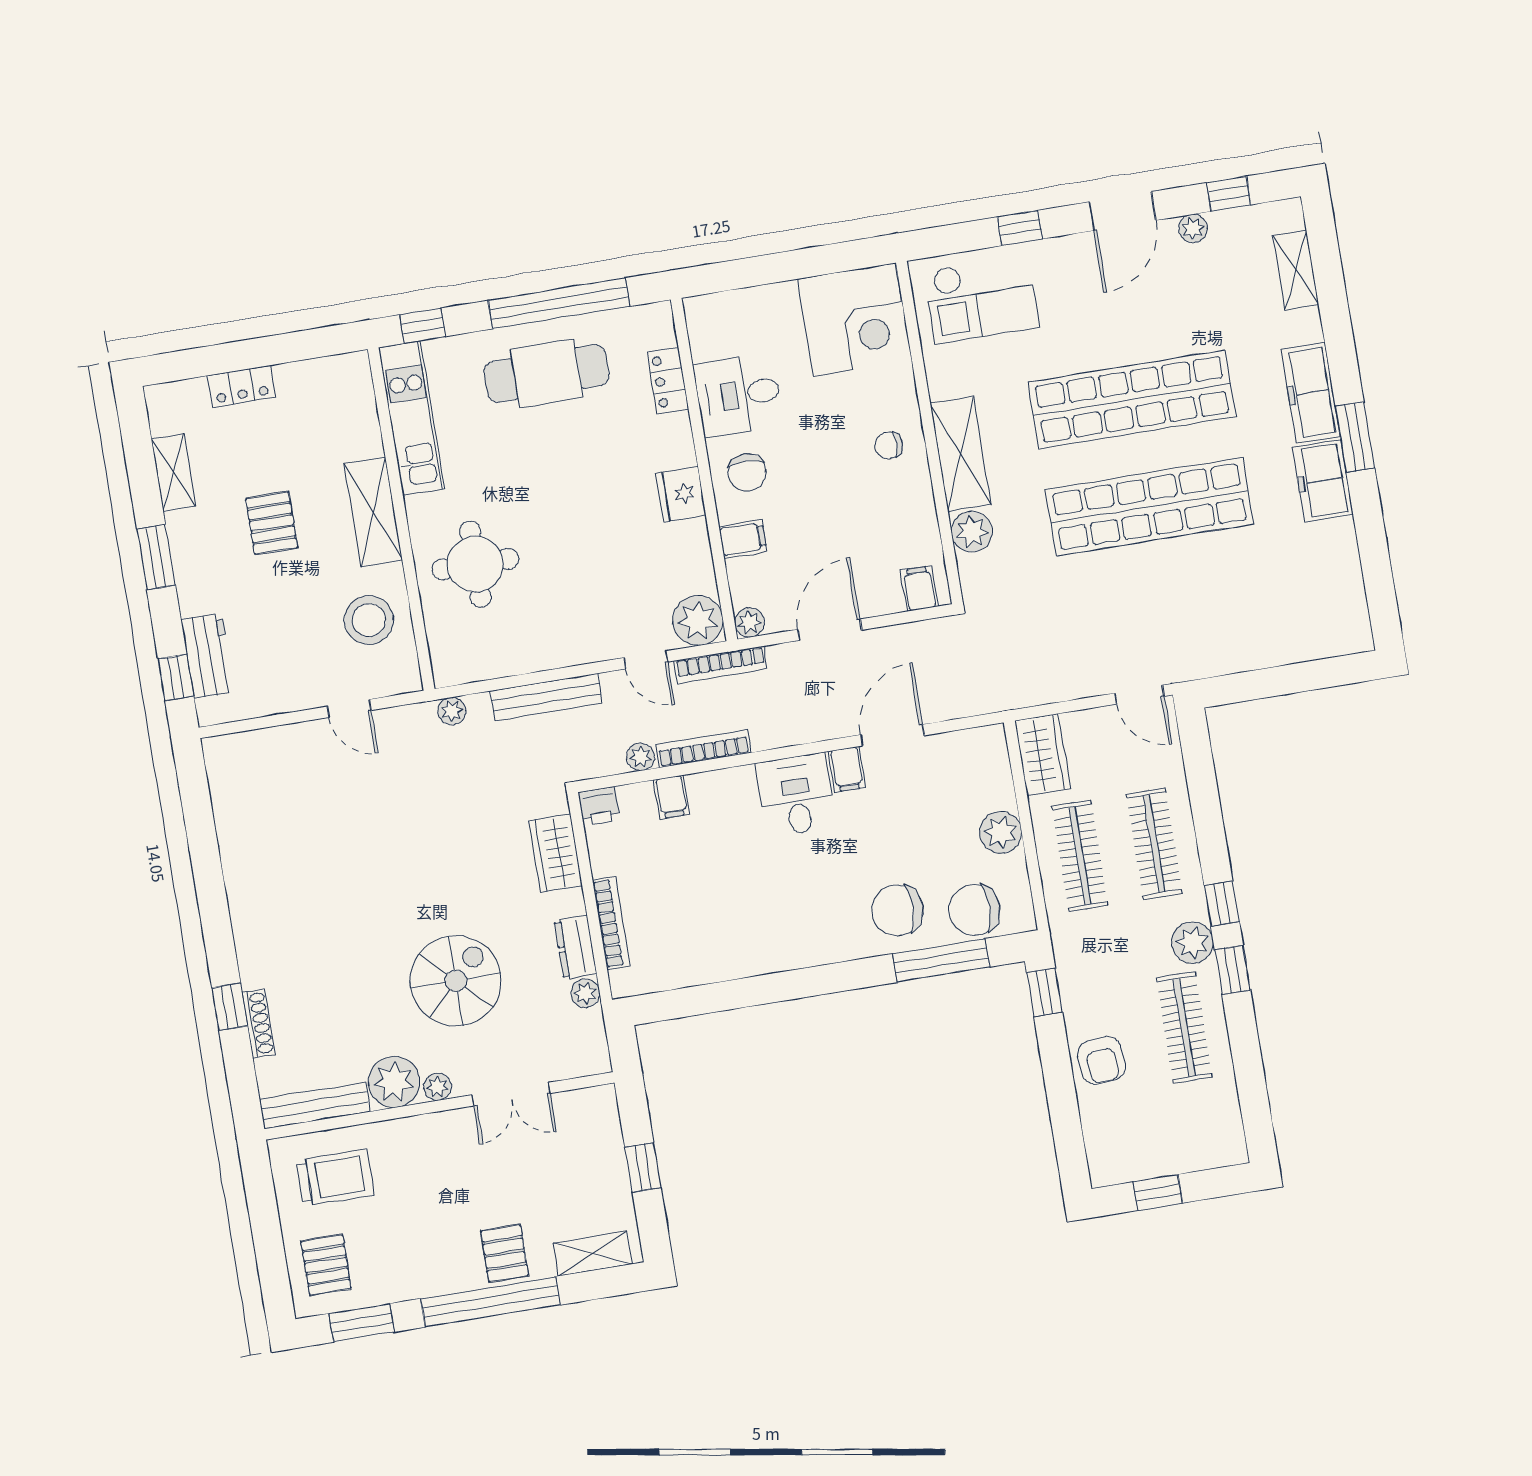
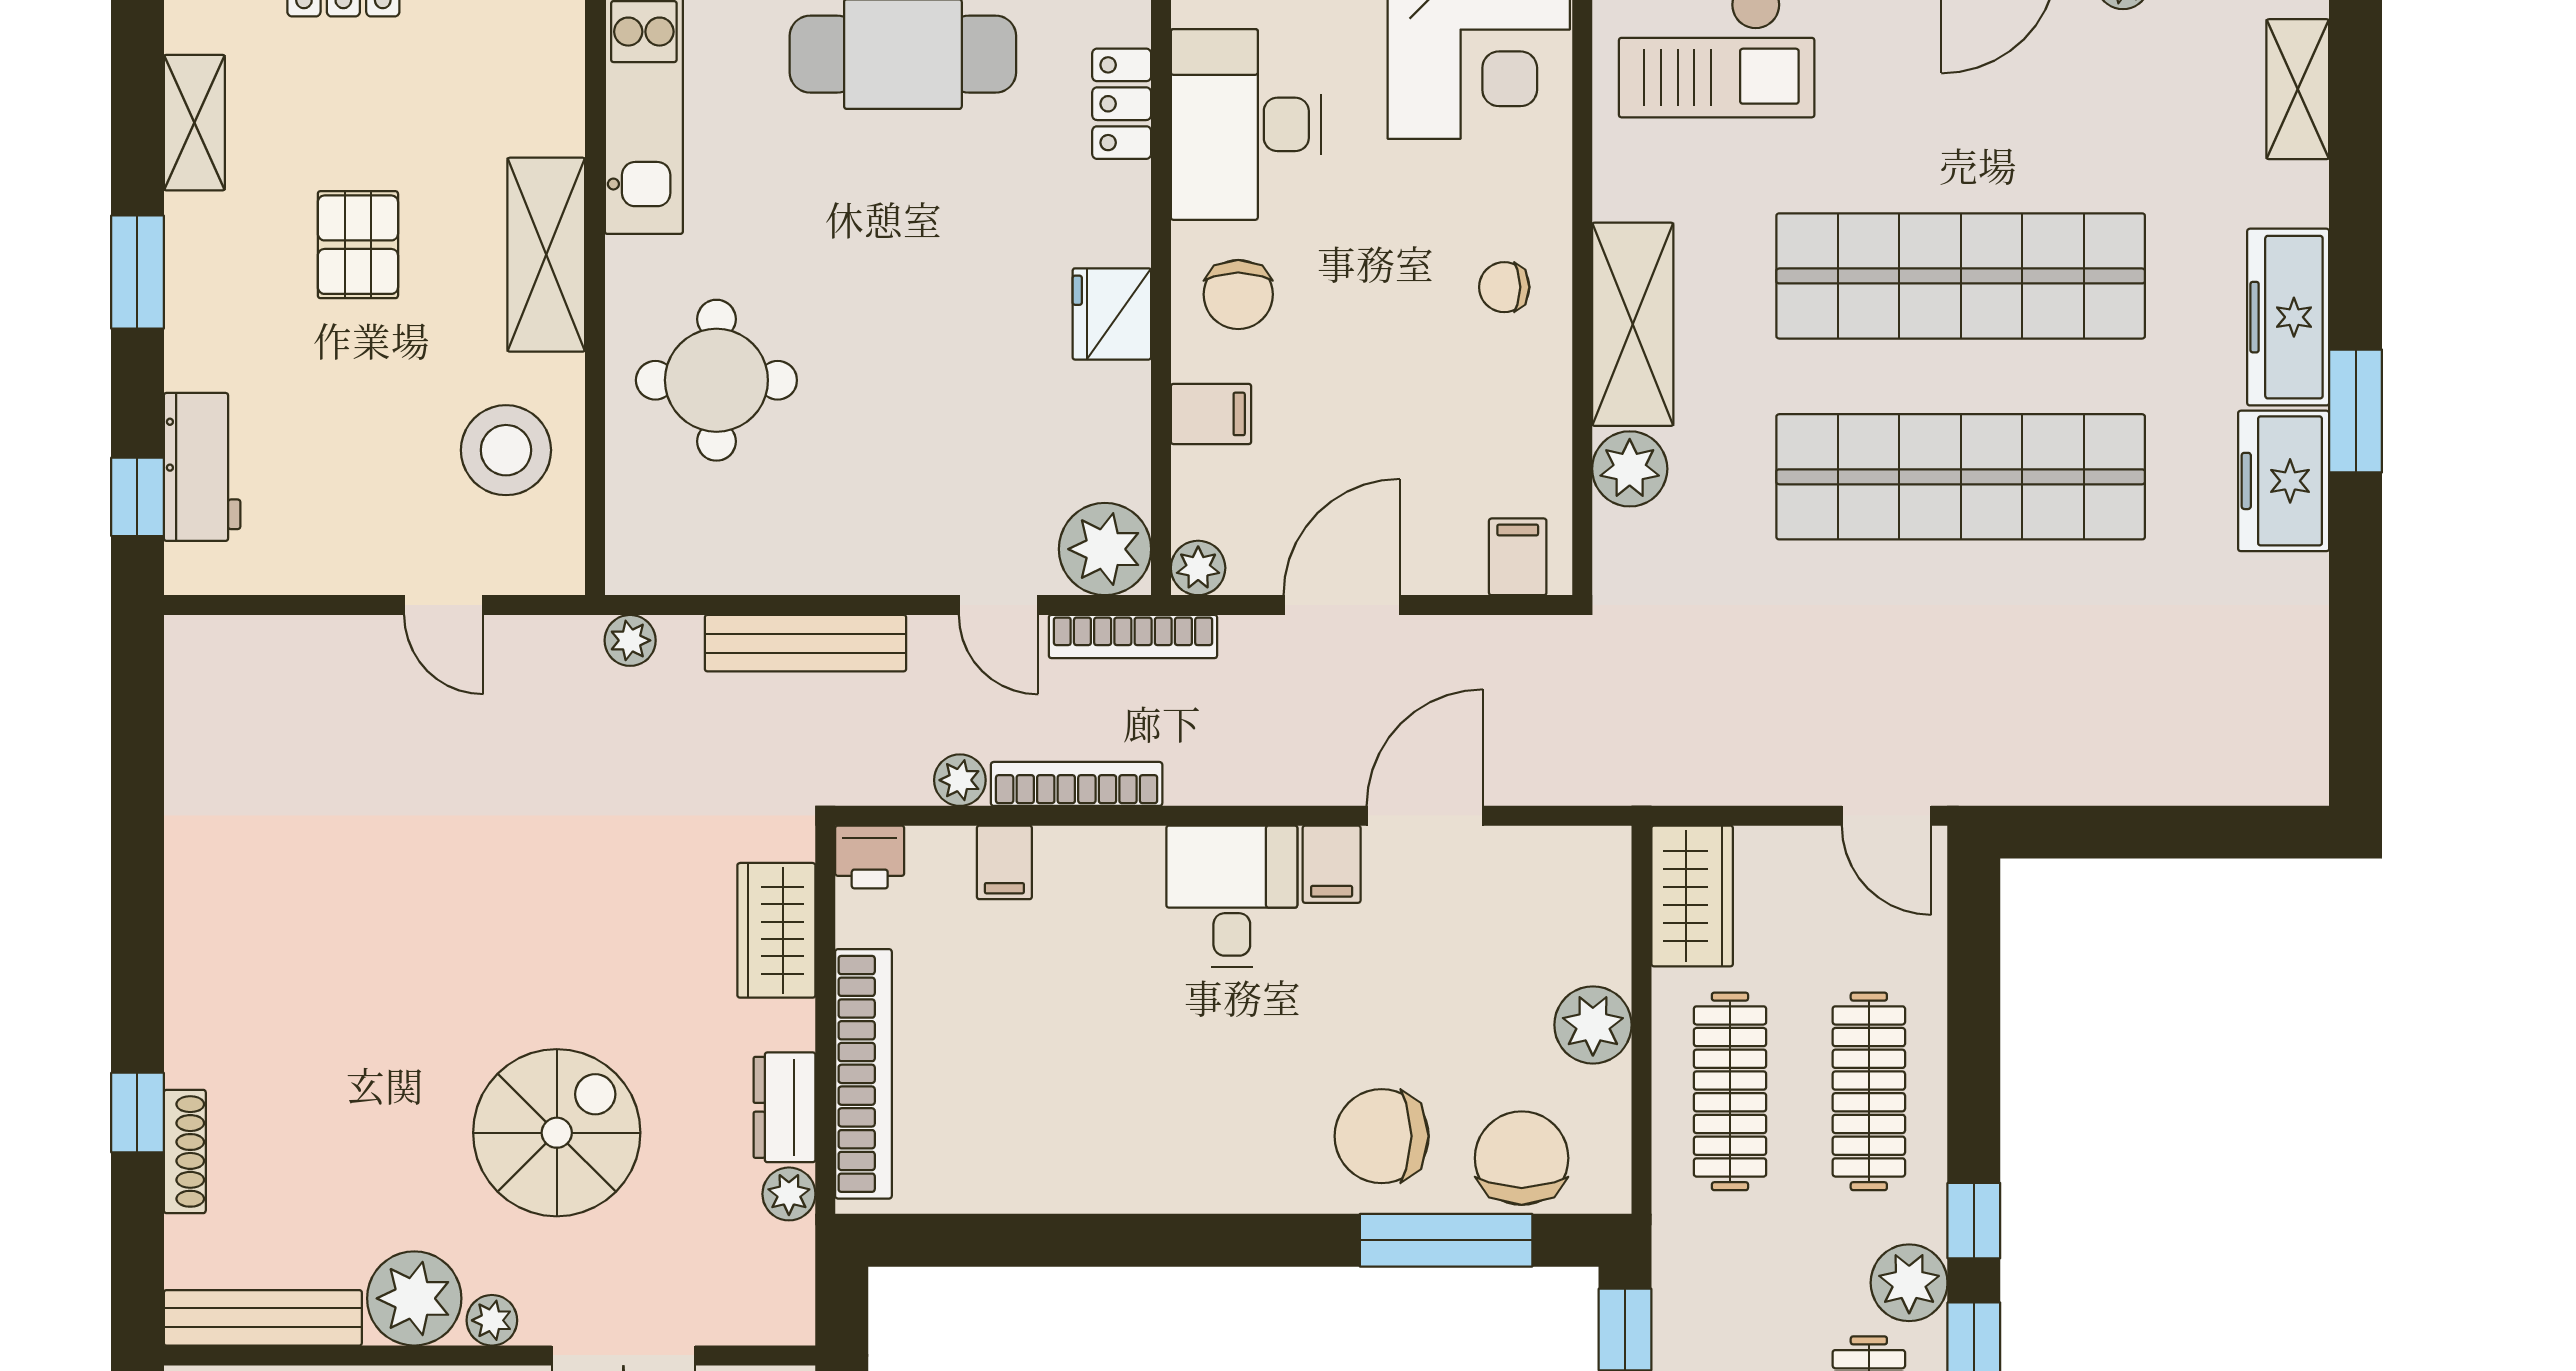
desk: (738, 395) -> (1246, 124), width x1.37
chair: (974, 910) -> (1522, 1158), turned 90
bookcase: (611, 923) -> (863, 1074), width x1.48, depth x1.31

